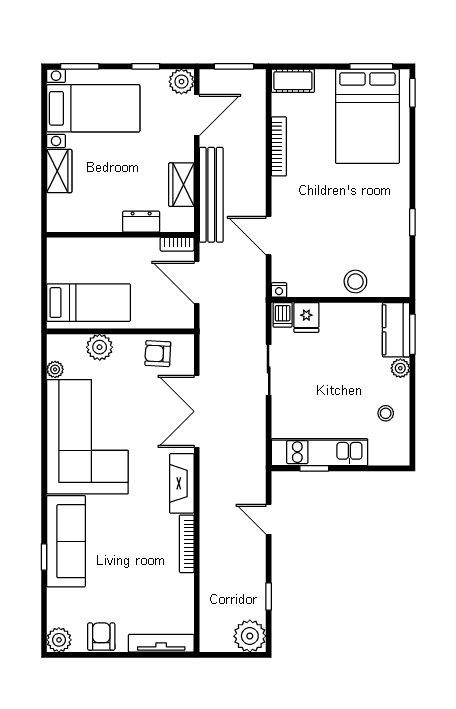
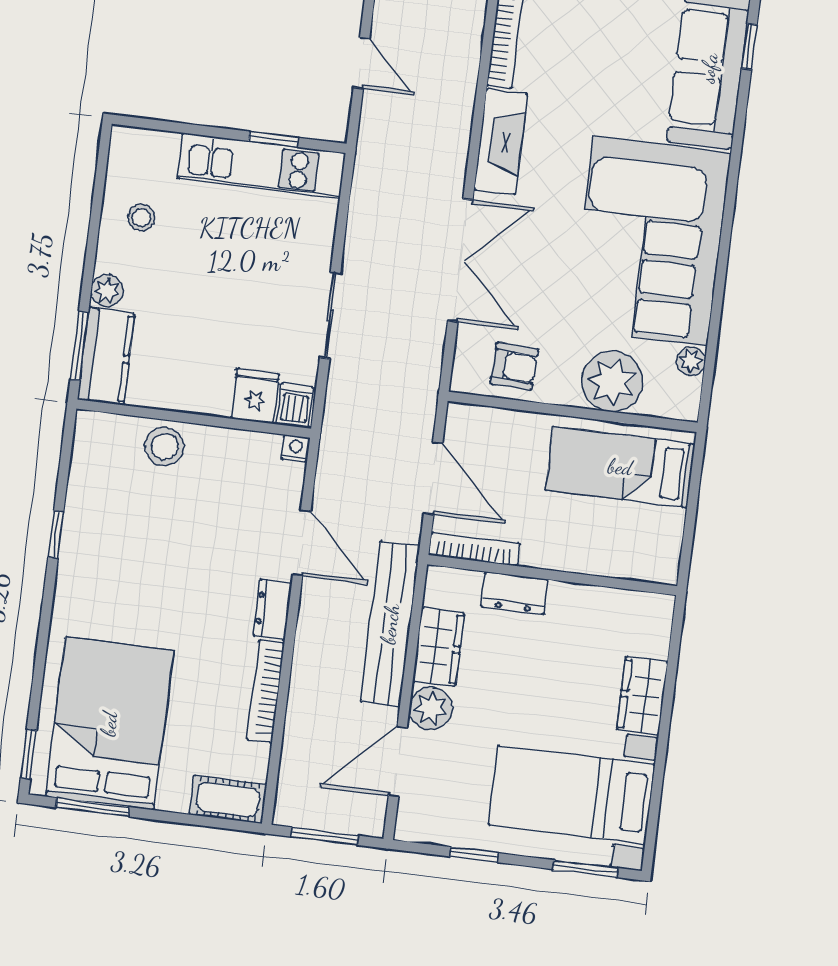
plant: (181, 82) -> (431, 708), moved
dresser: (281, 195) -> (272, 609), added
bookcase: (177, 244) -> (474, 549), width x1.56
plant: (100, 347) -> (612, 381), width x1.36, depth x1.36

